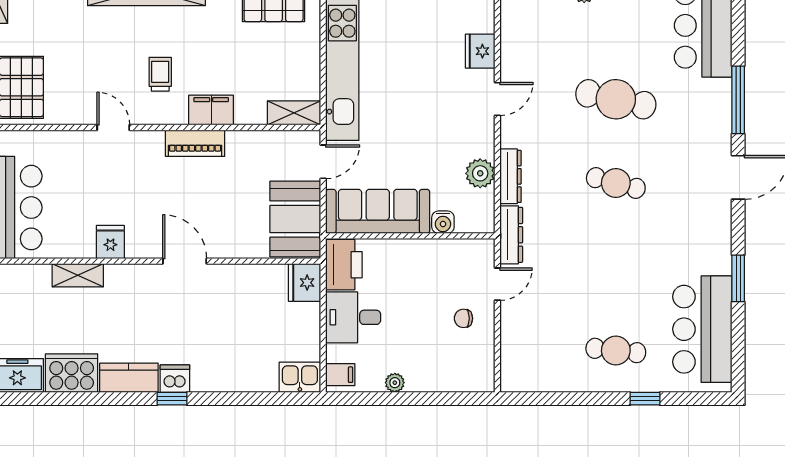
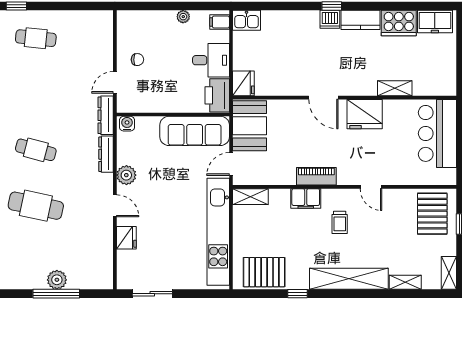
door: (497, 99) -> (115, 206), swing flipped
plant: (480, 173) -> (126, 175), moved
water cooler: (443, 222) -> (127, 124), moved
fridge: (110, 242) -> (365, 114), width x1.88, depth x1.34

